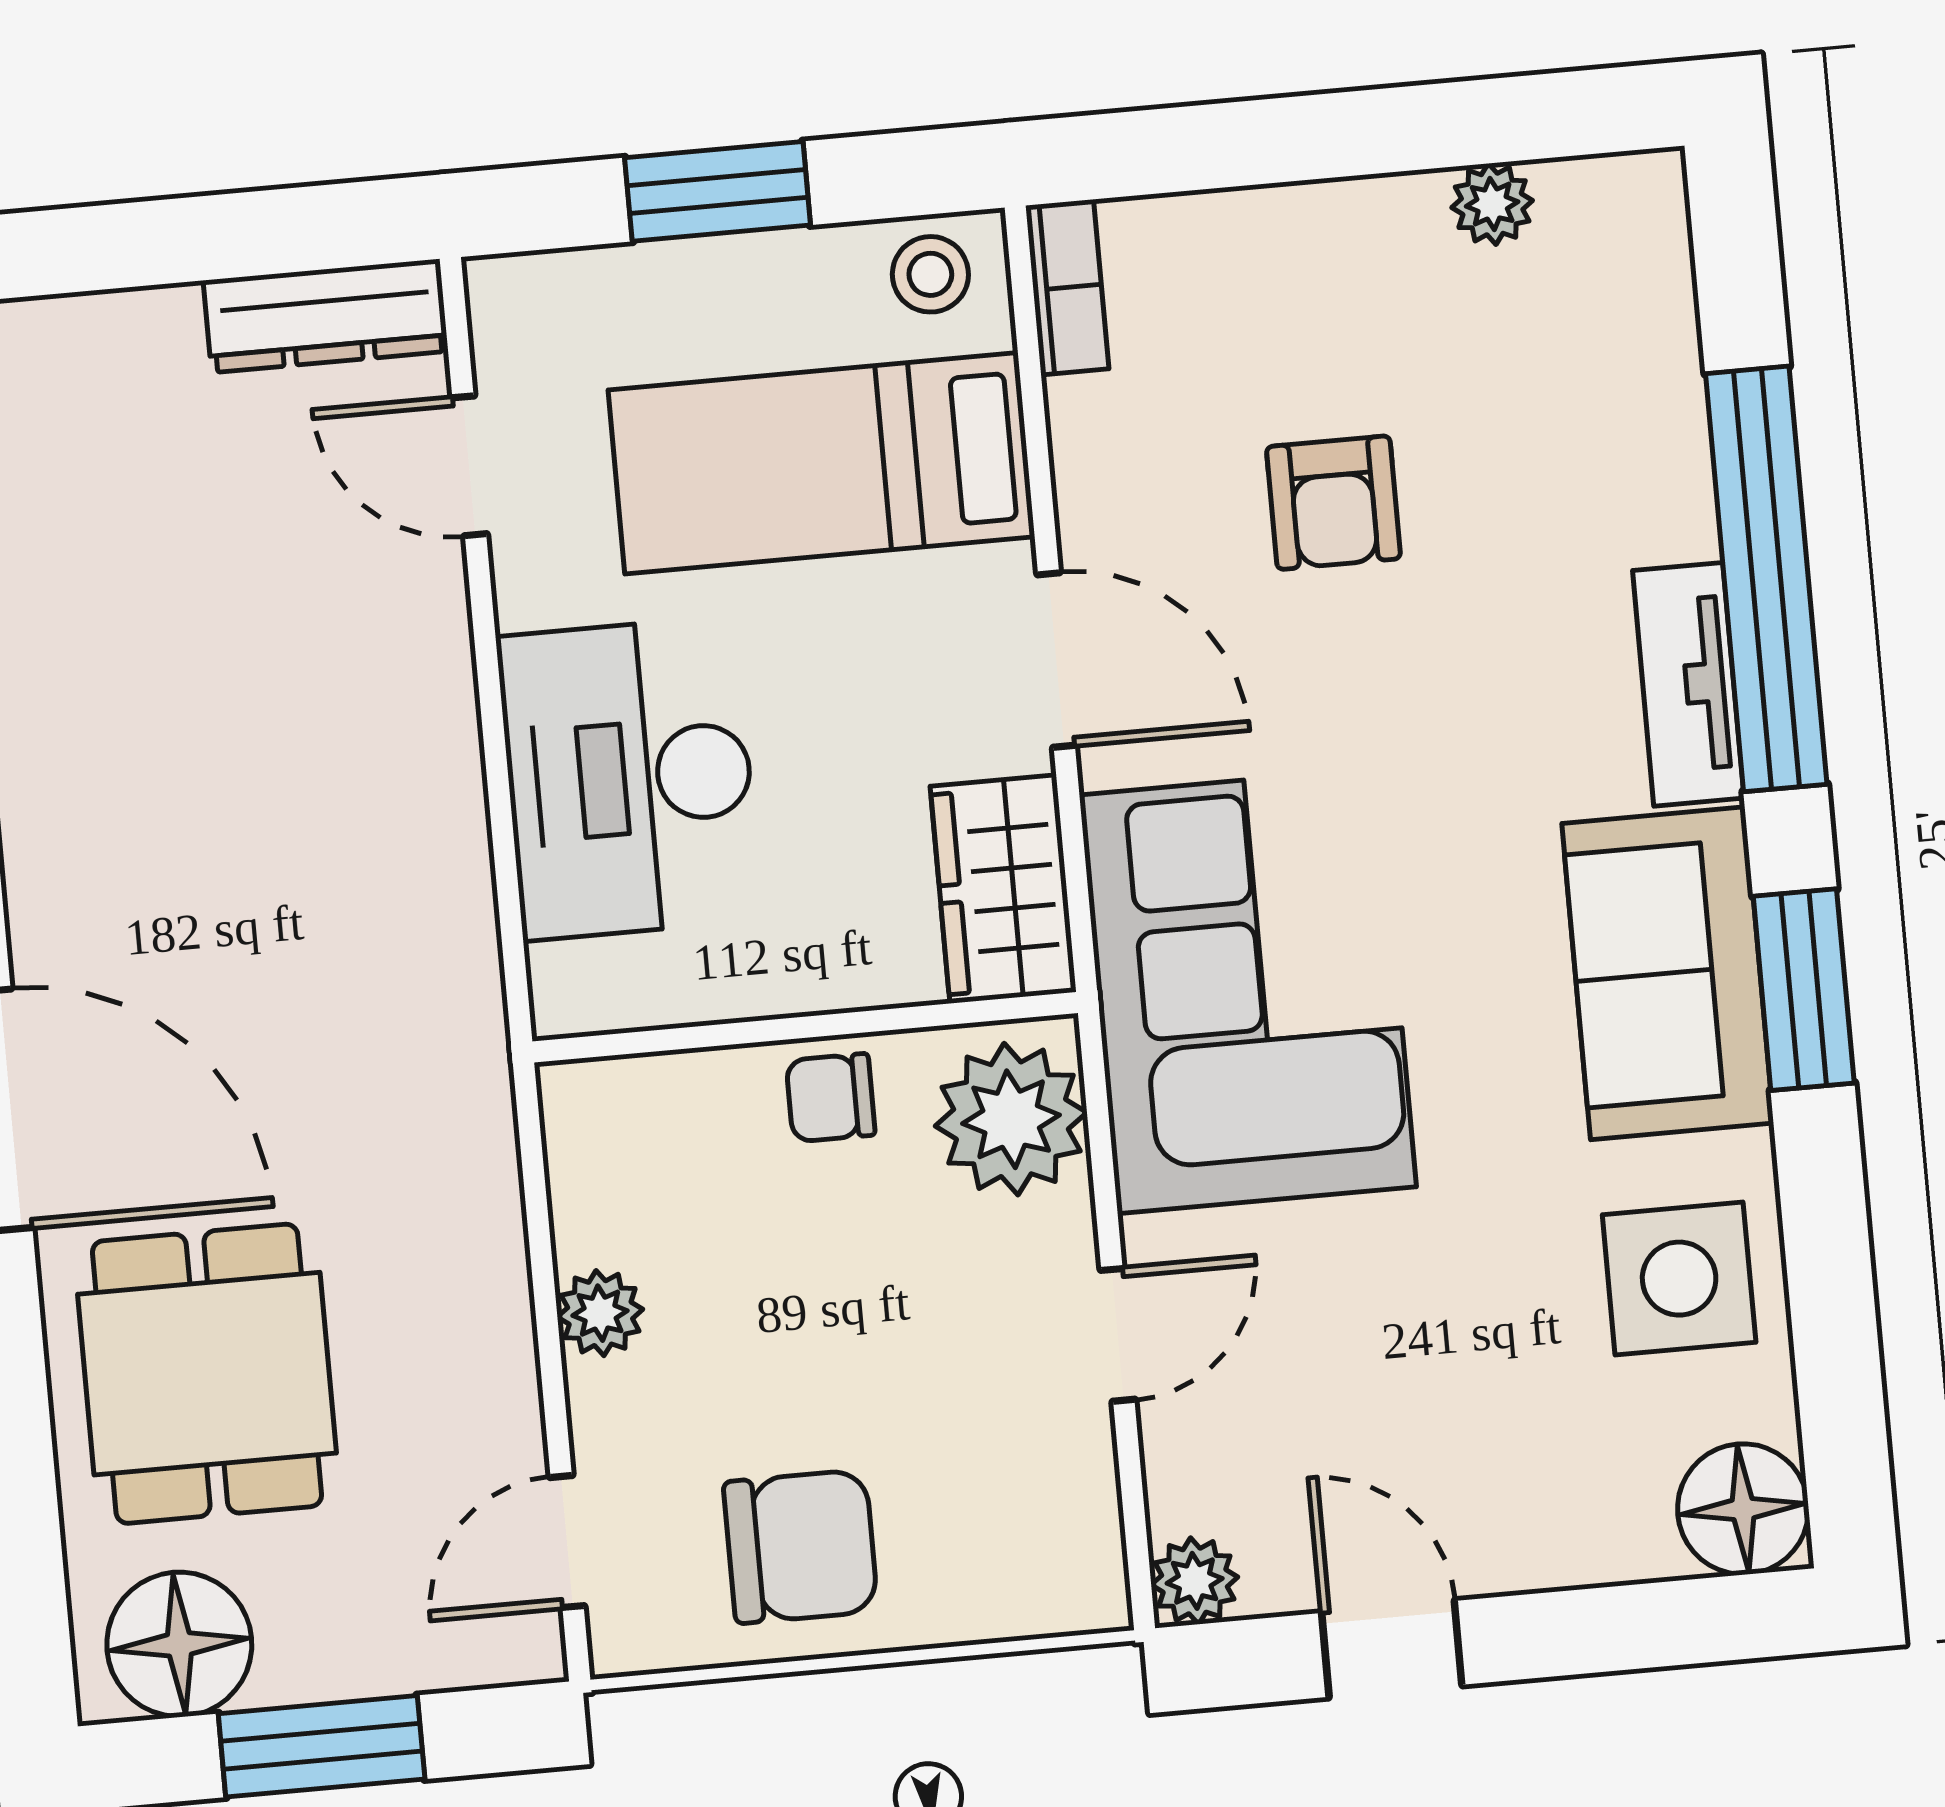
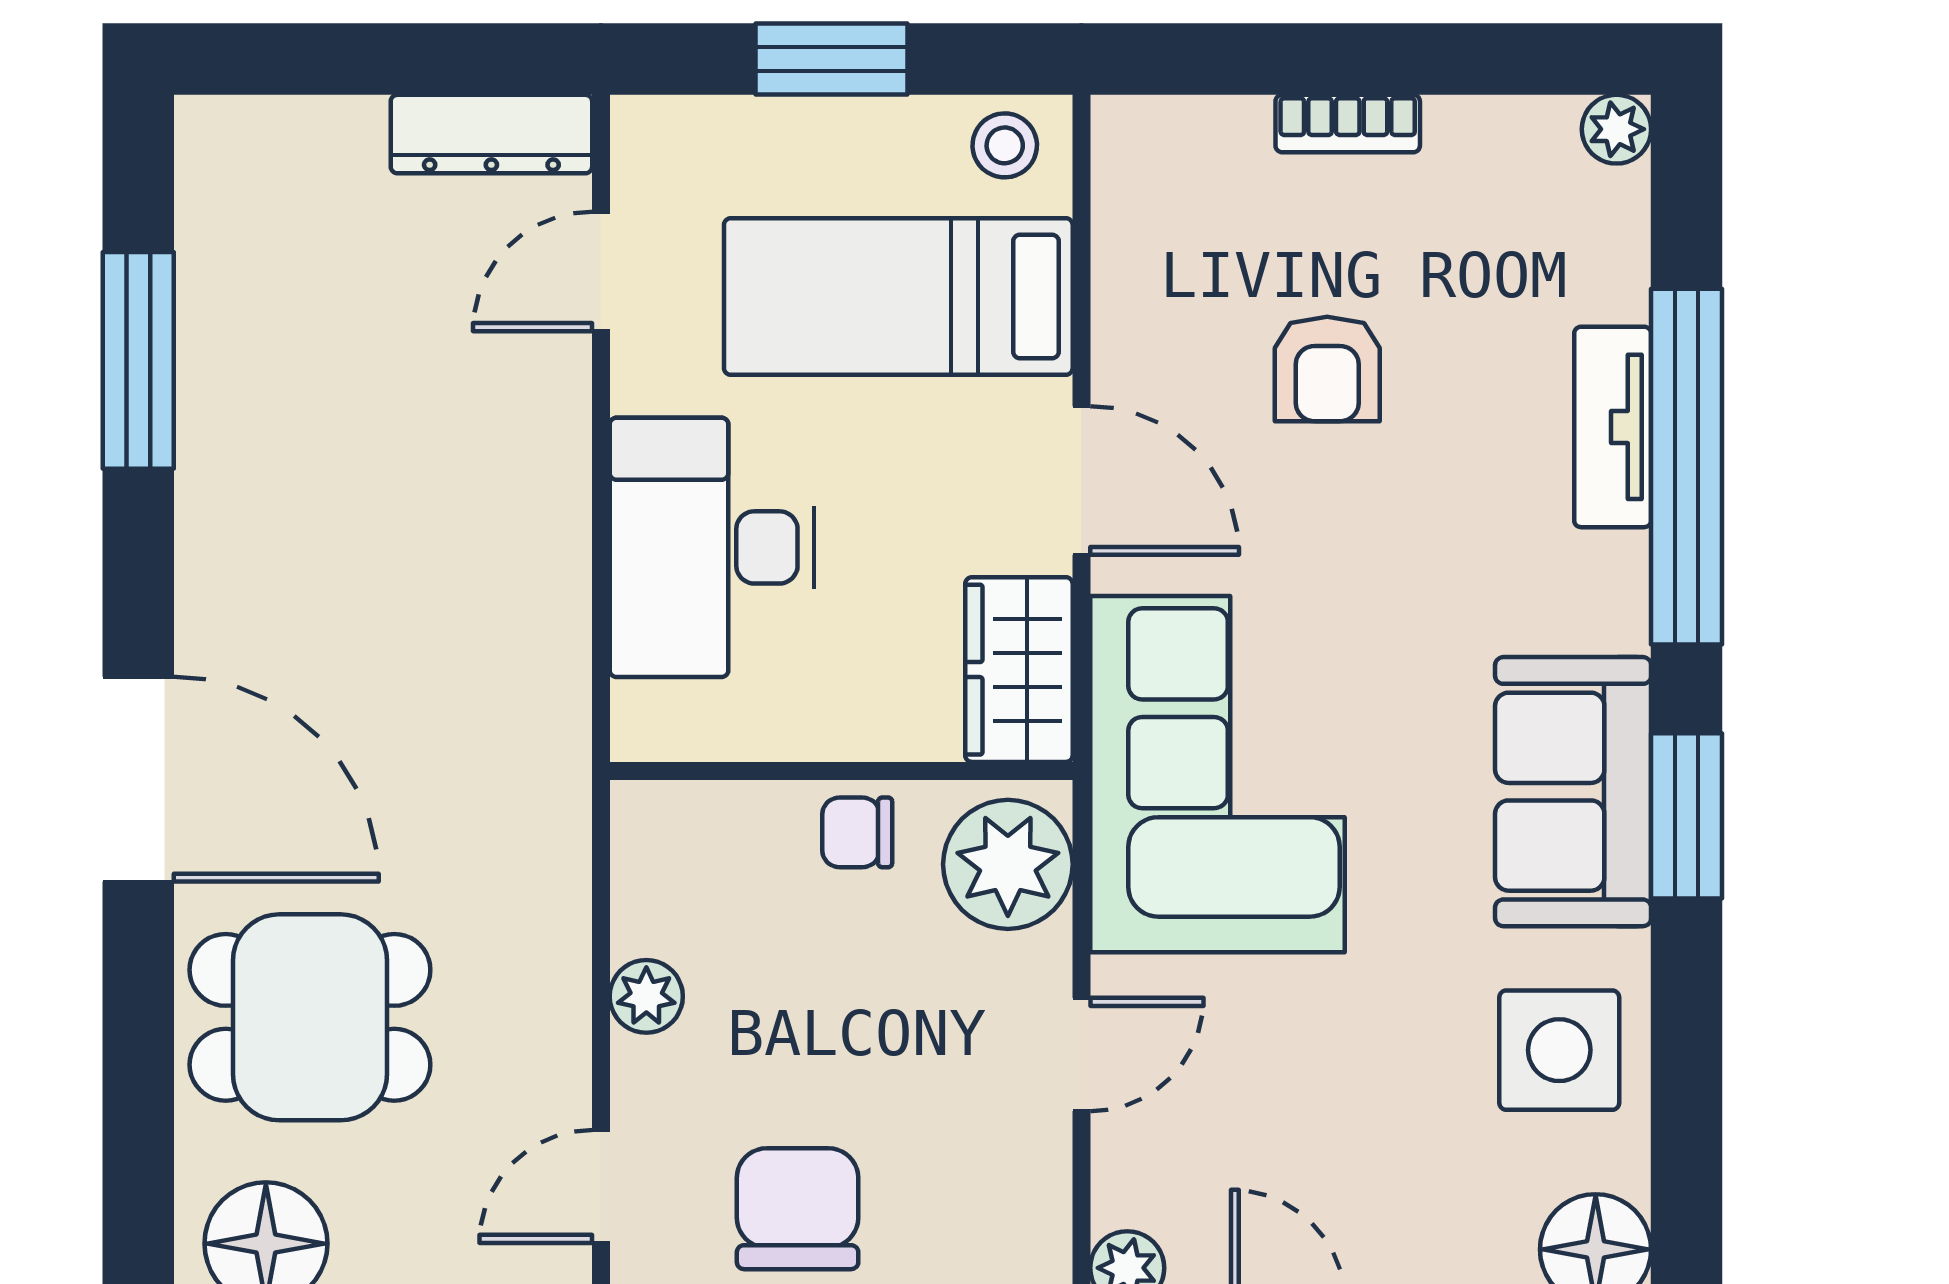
plant: (1492, 204) -> (1616, 129), moved
bookcase: (1067, 287) -> (1348, 124), moved, turned 90
door: (469, 466) -> (601, 272), hinge flipped
tv unit: (1688, 684) -> (1613, 427), moved
dining table: (207, 1374) -> (310, 1017), turned 90
chair: (801, 1547) -> (798, 1209), turned -90

